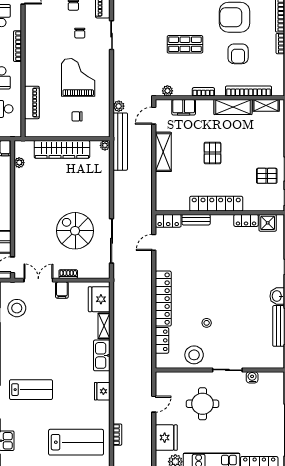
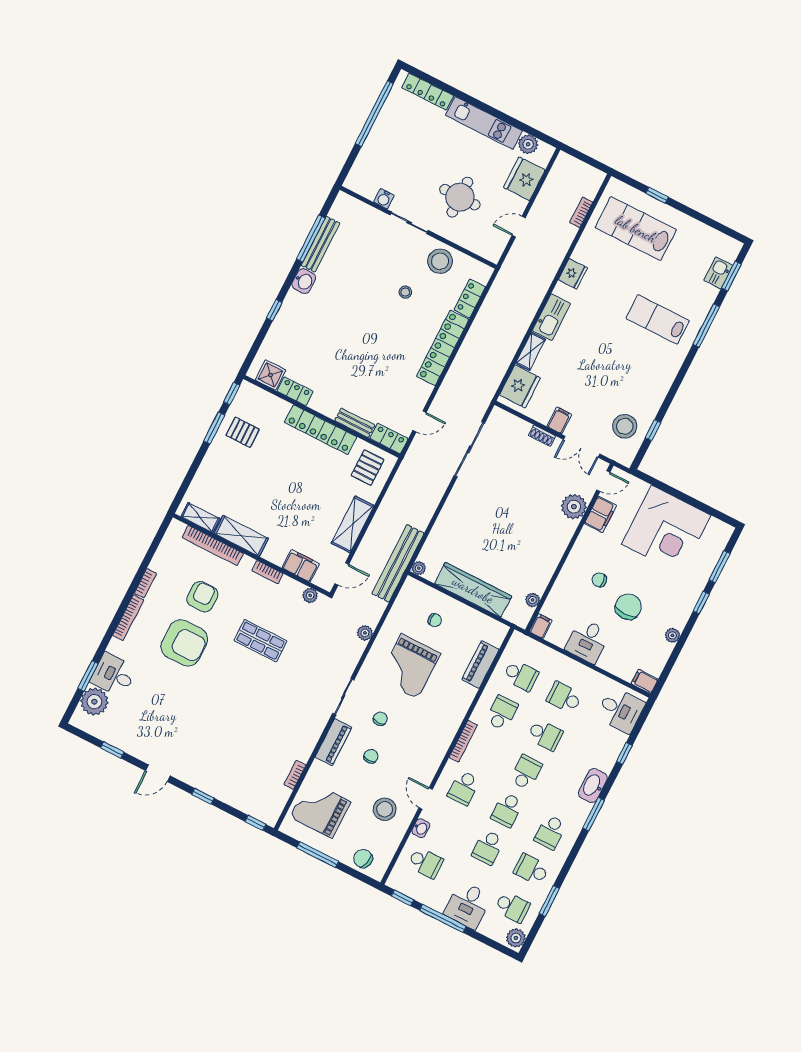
plant: (119, 106) -> (365, 633), moved
pallet: (212, 153) -> (368, 468), moved
spiral stairs: (75, 231) -> (507, 484), removed
plant: (23, 238) -> (574, 507), added

